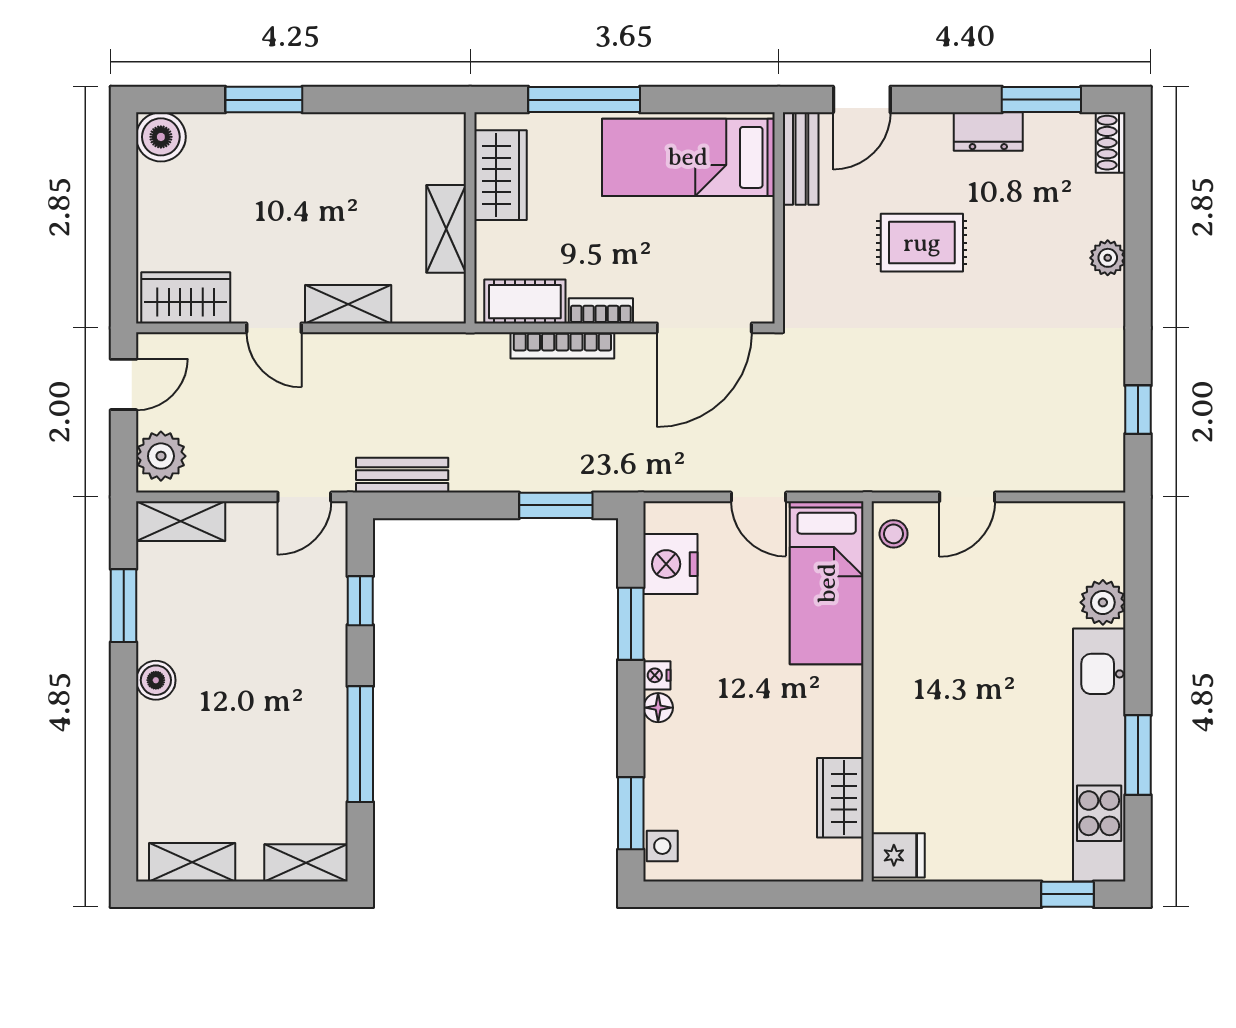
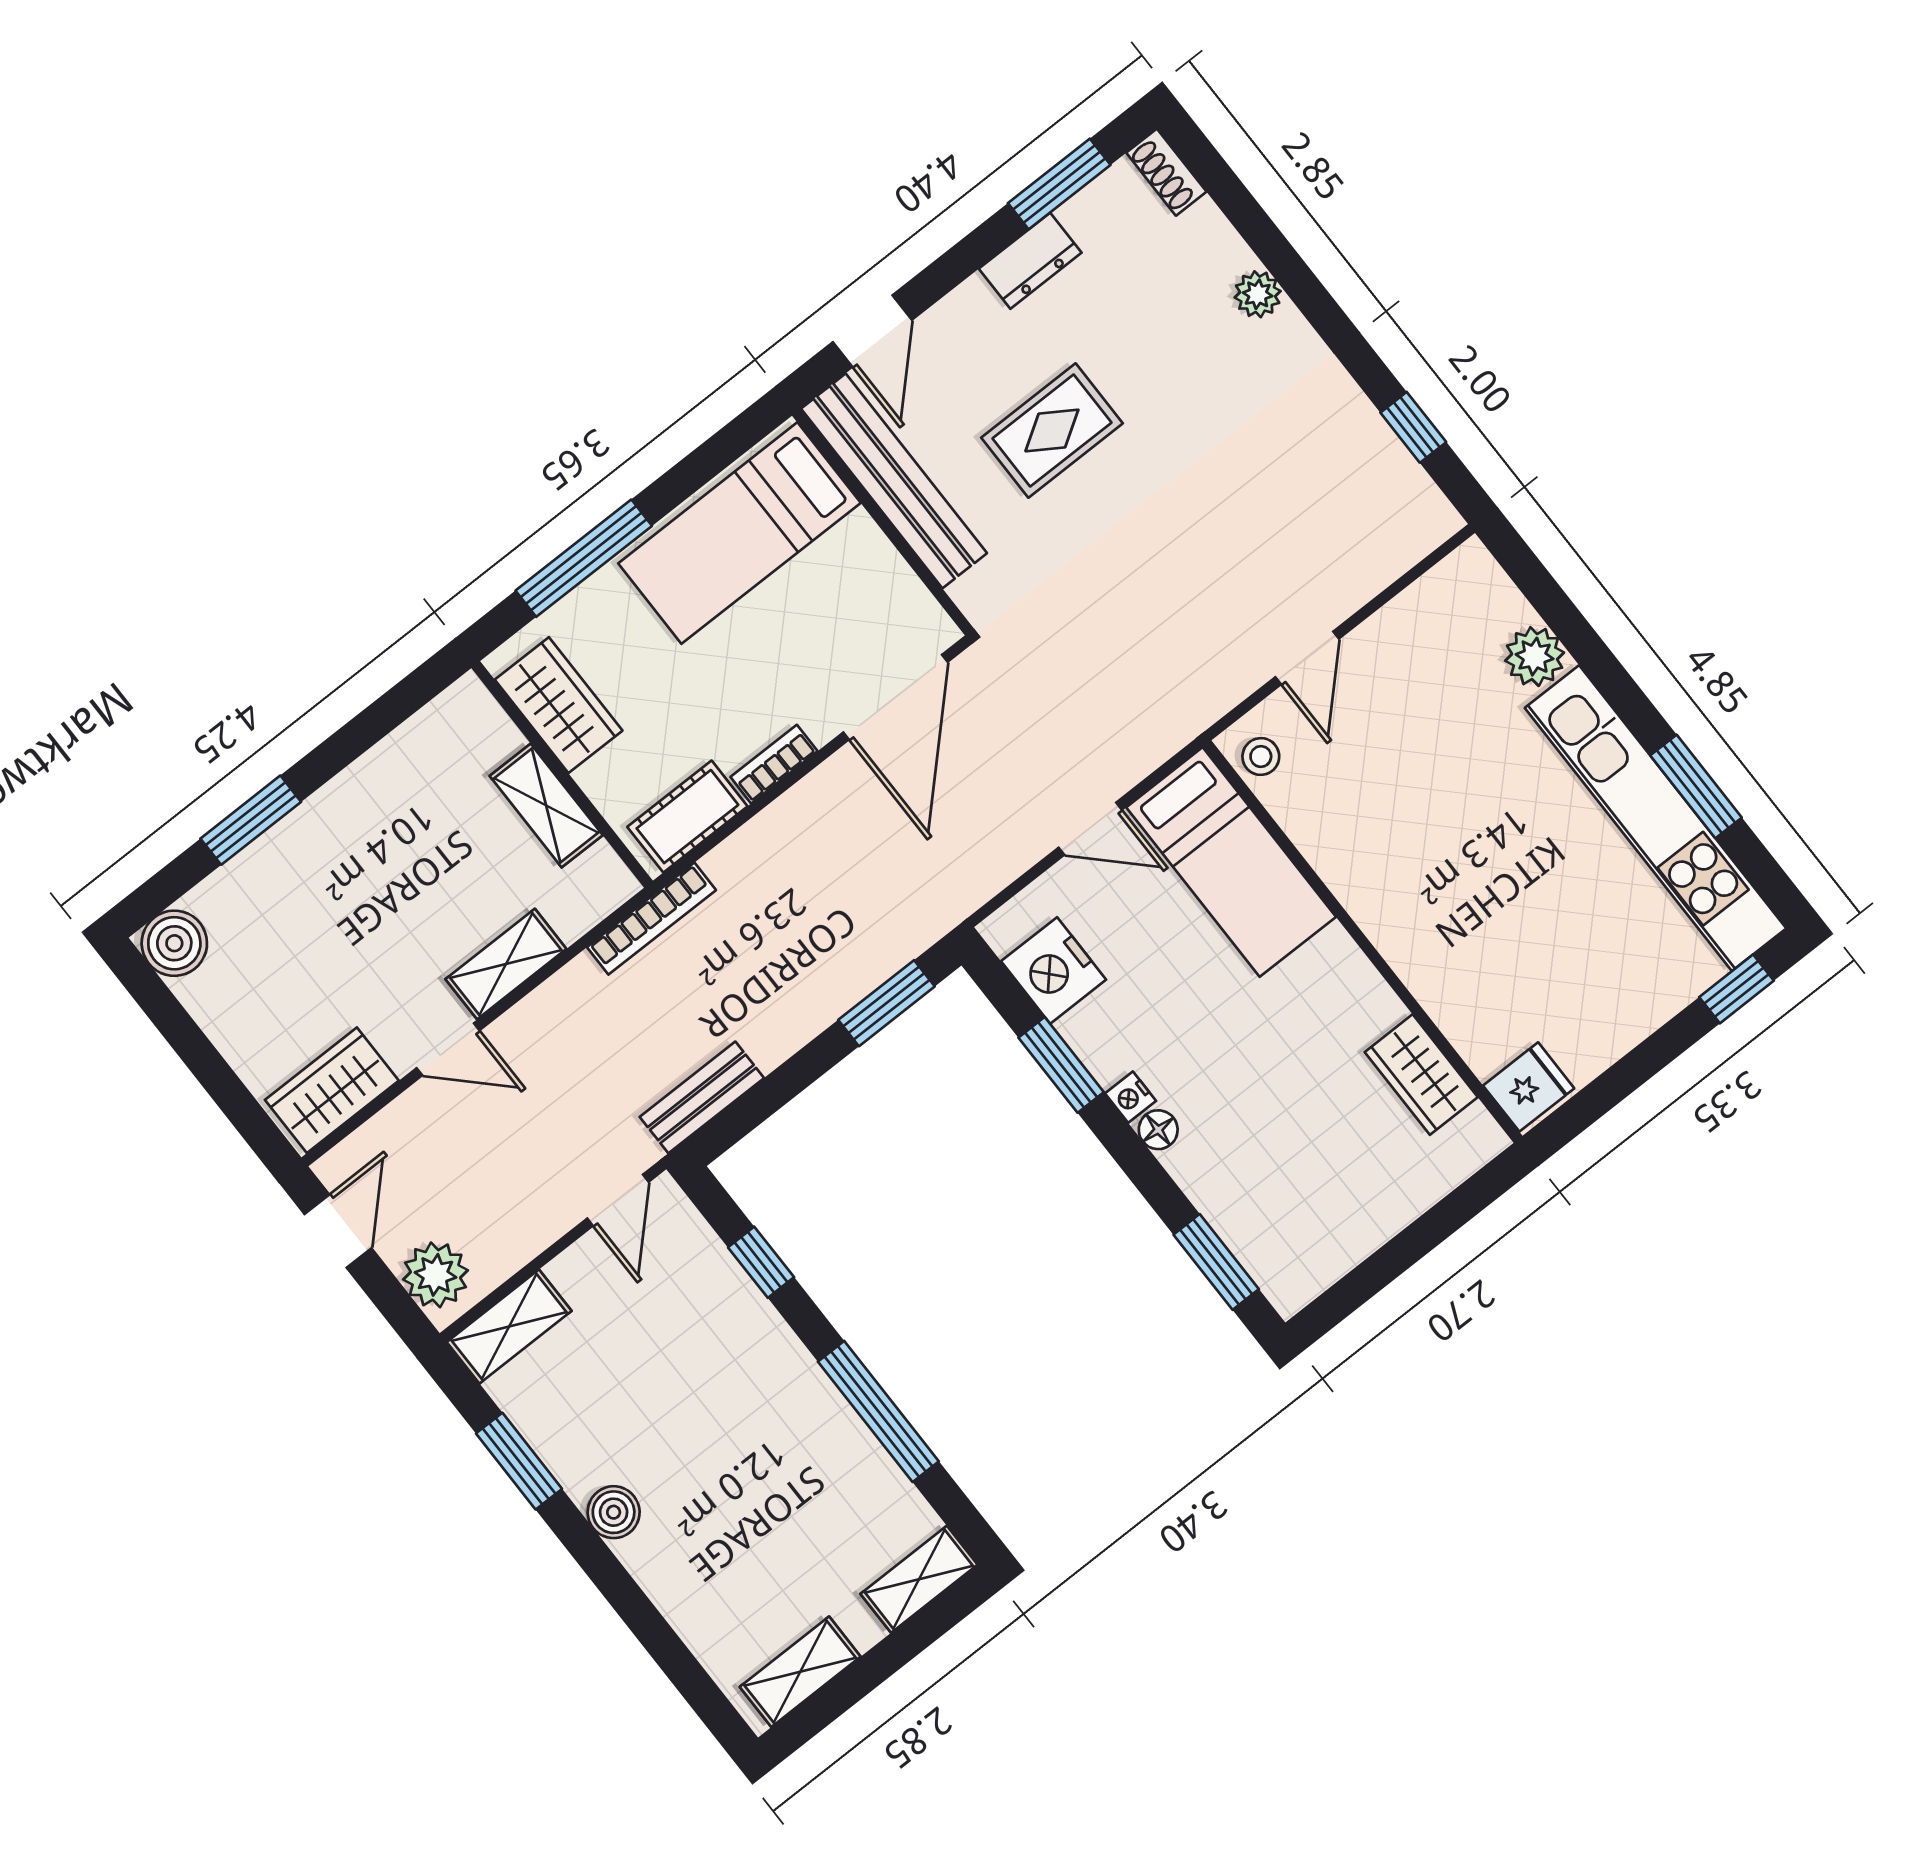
bench: (801, 159) -> (894, 481), width x1.86, depth x1.21
bookcase: (562, 345) -> (651, 919), moved
side table: (662, 846) -> (1276, 1270), removed

